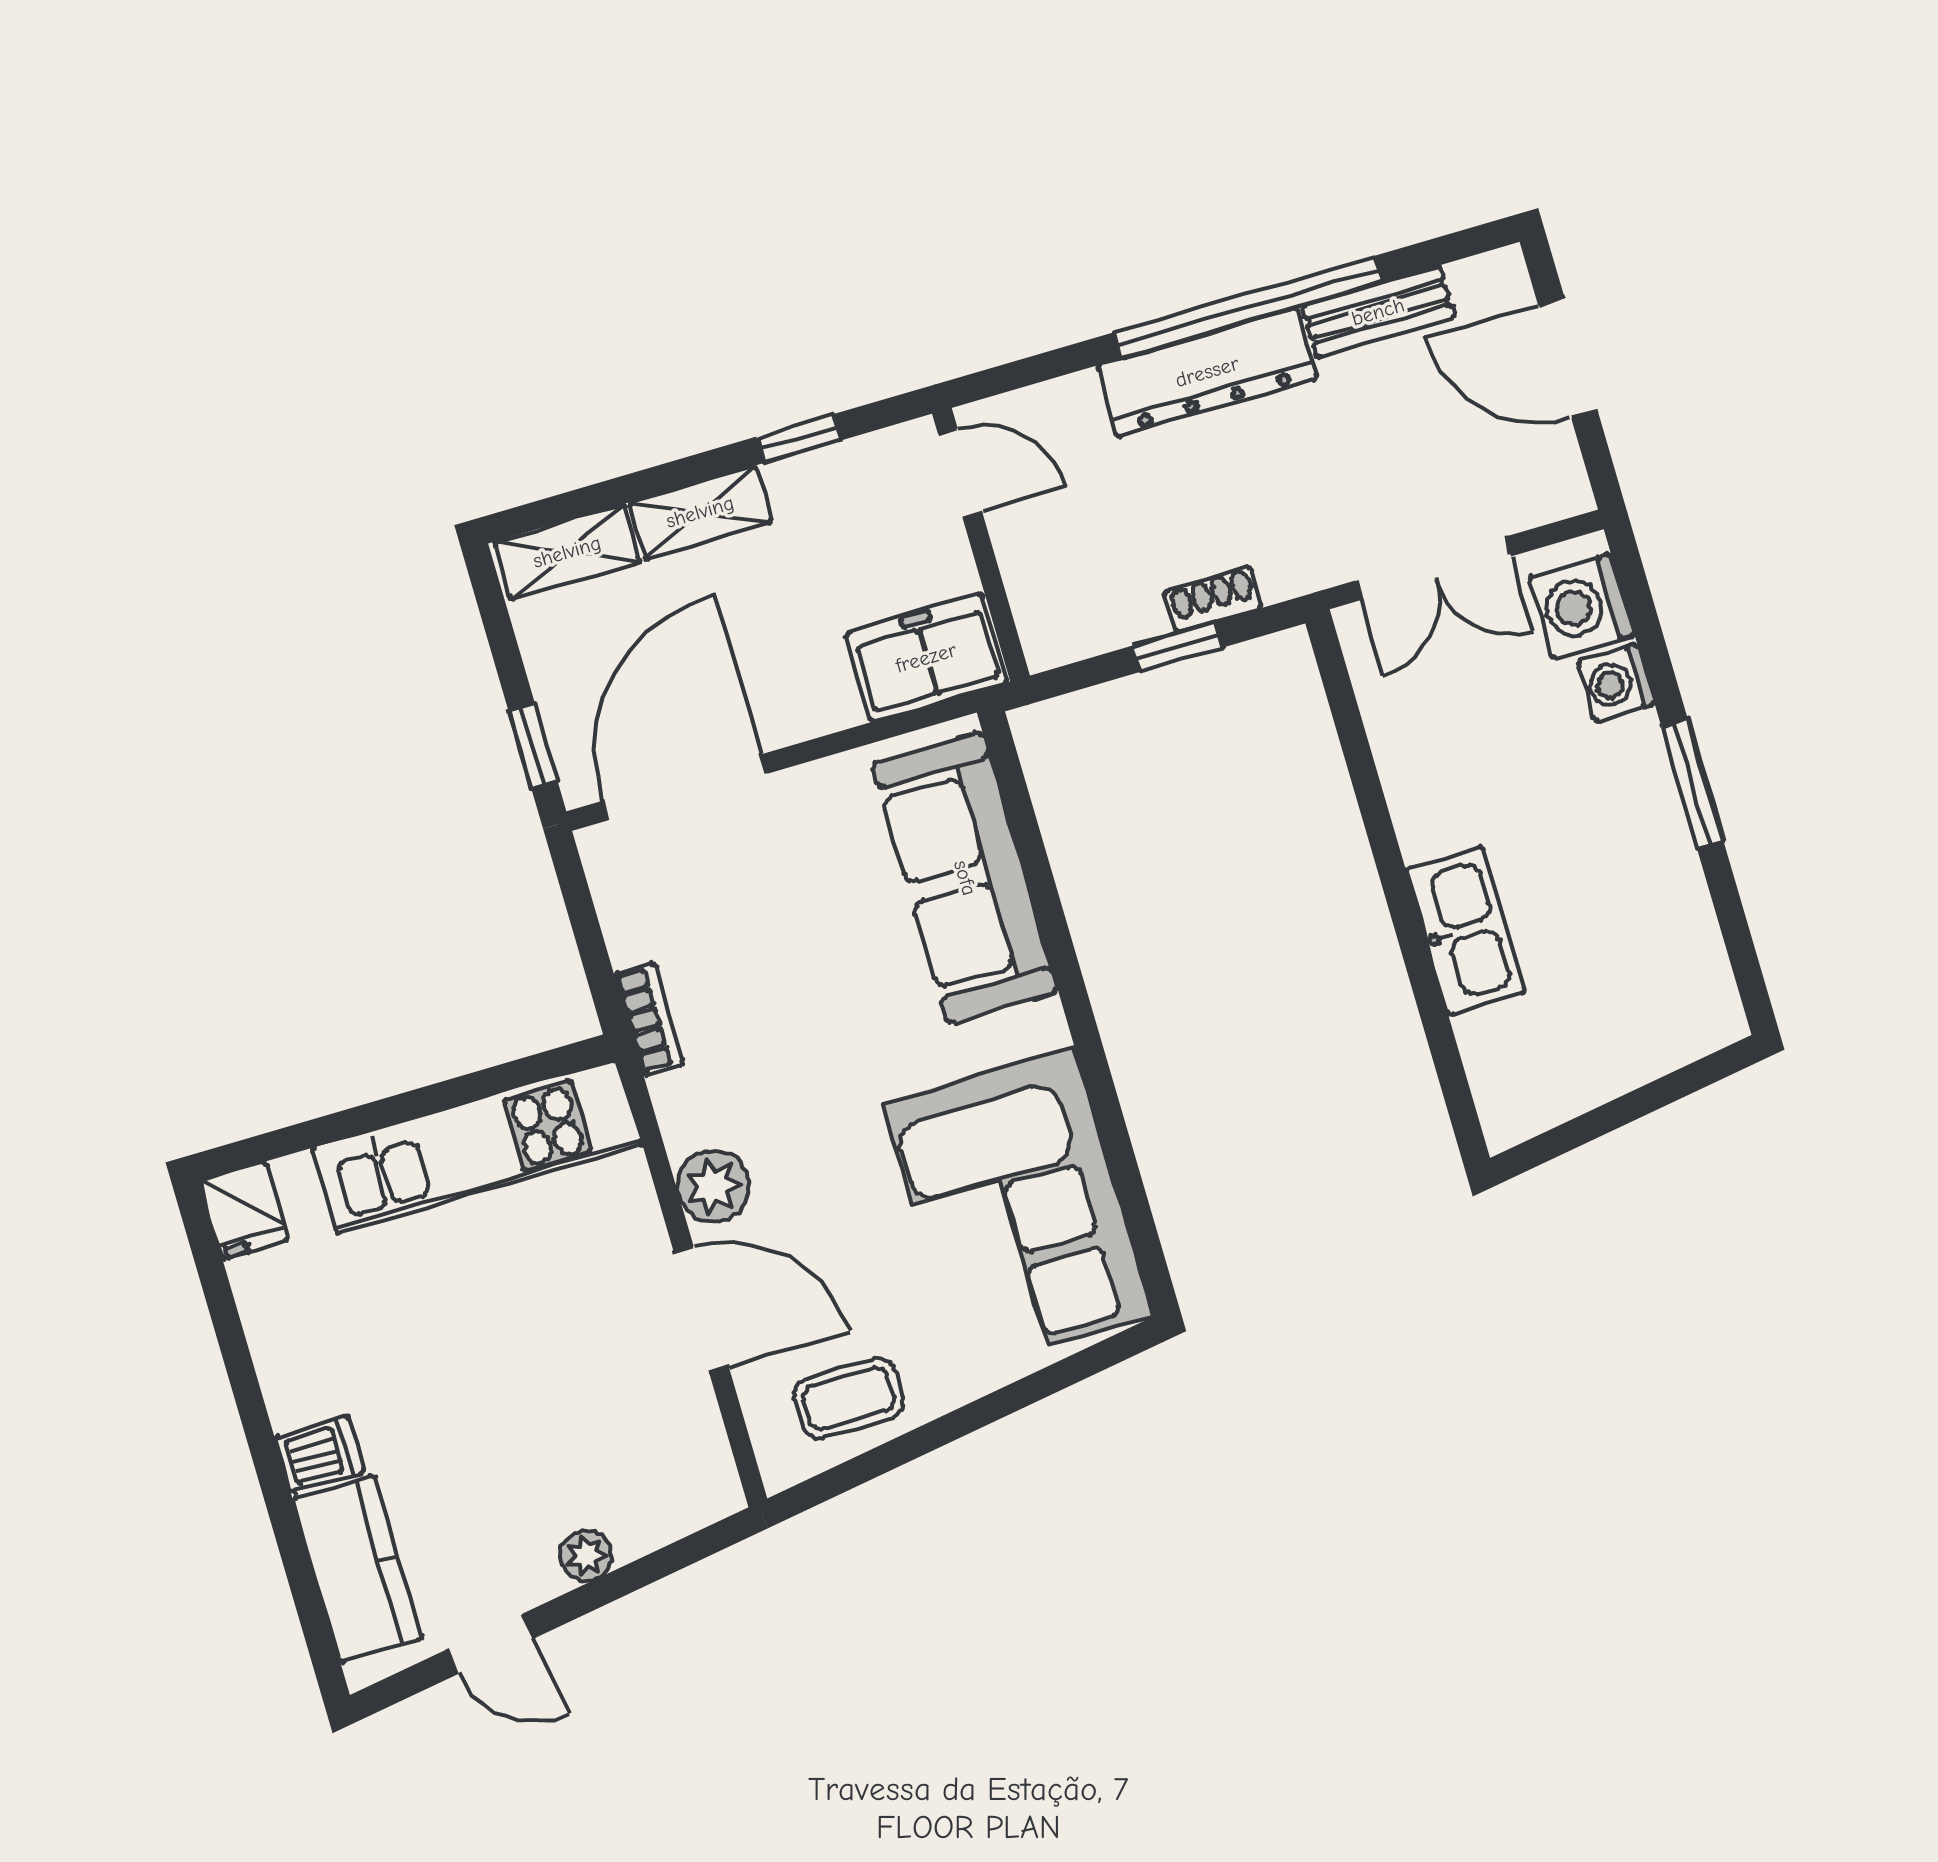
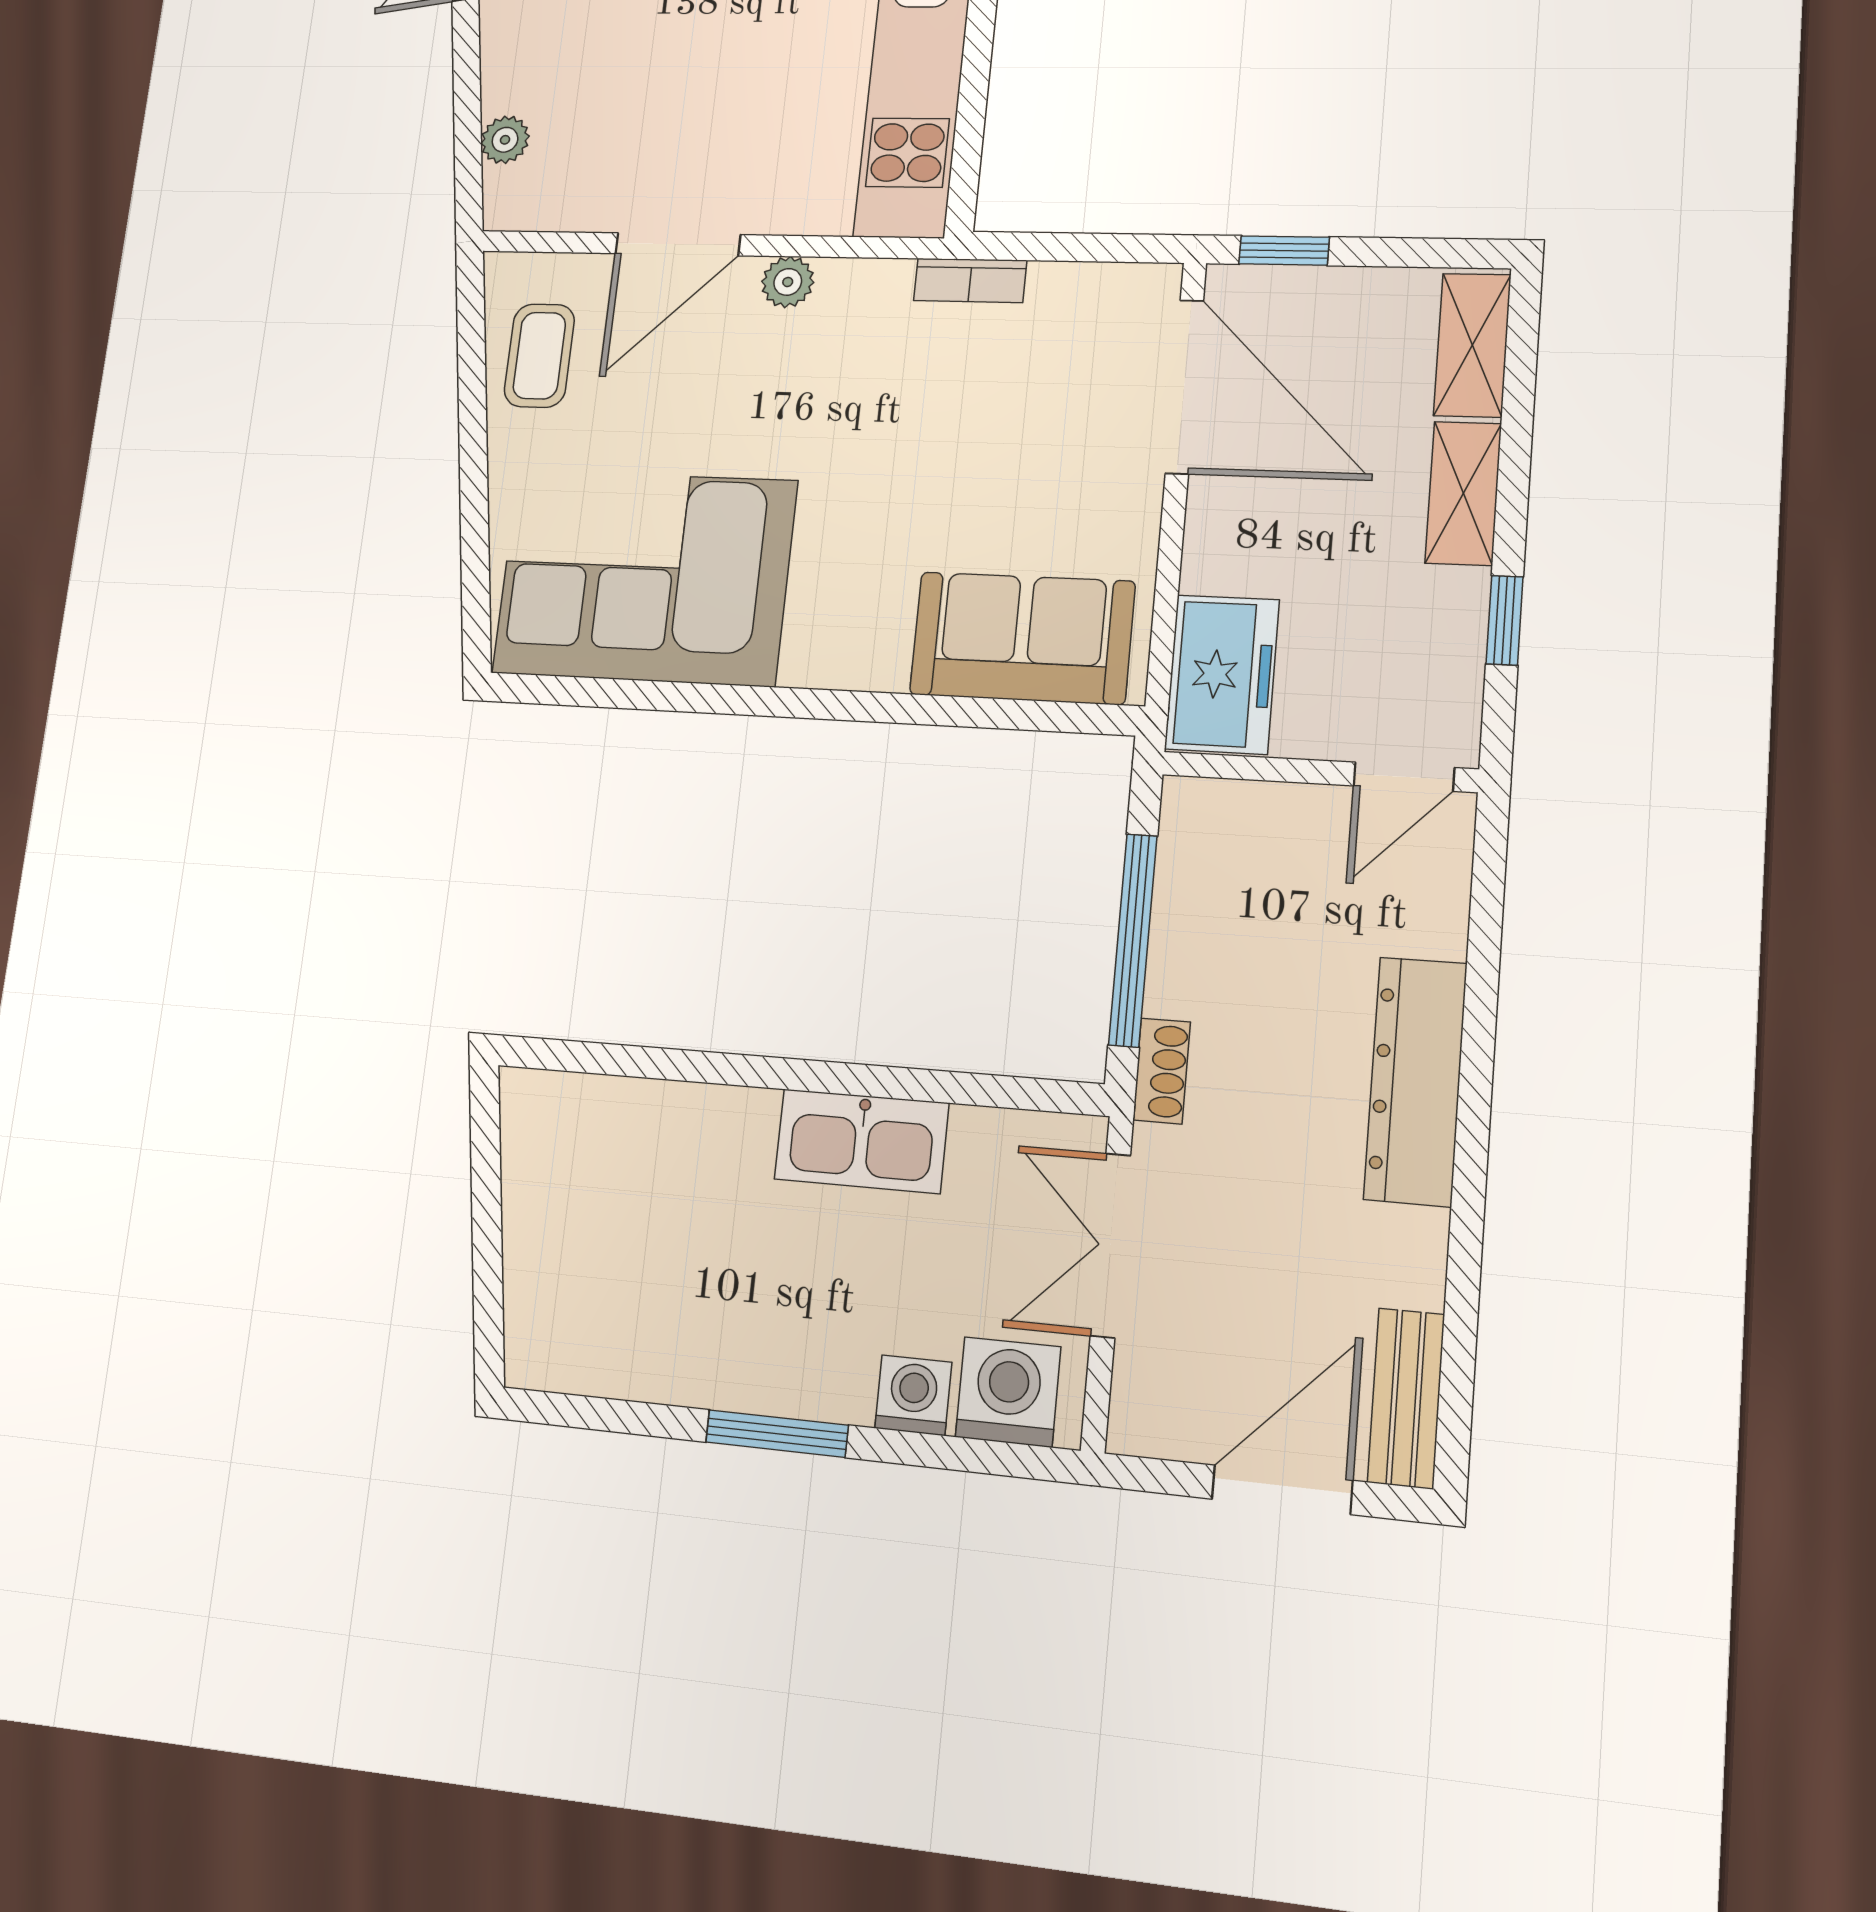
window: (1248, 307) -> (1471, 1154), removed
bench: (1378, 312) -> (1406, 1398), moved
shoe rack: (1213, 599) -> (1162, 1071), moved
window: (1178, 647) -> (1133, 940), width x2.17
sofa: (965, 878) -> (1022, 638), width x0.73
kitchen sink: (1465, 931) -> (861, 1141), moved
plant: (713, 1186) -> (788, 282), width x0.73, depth x0.73
plant: (586, 1556) -> (505, 140), moved

